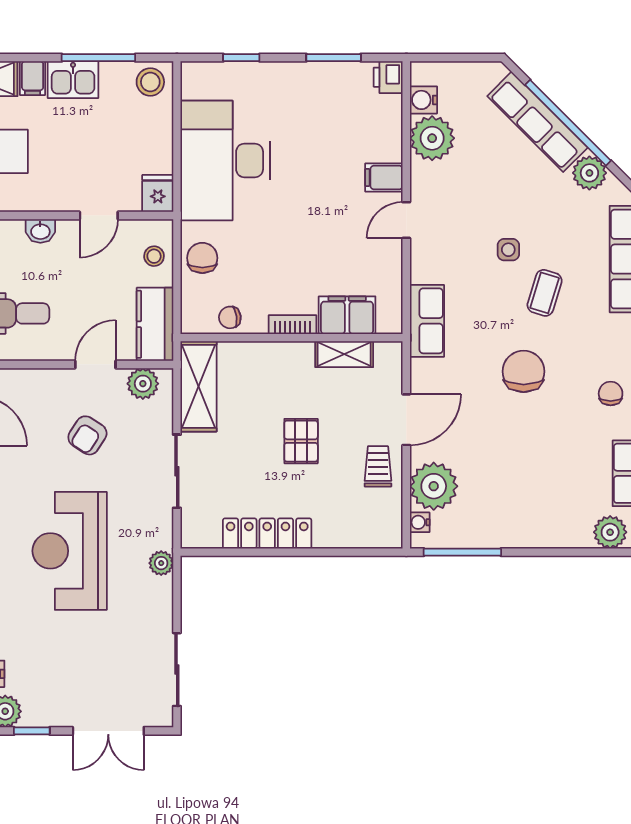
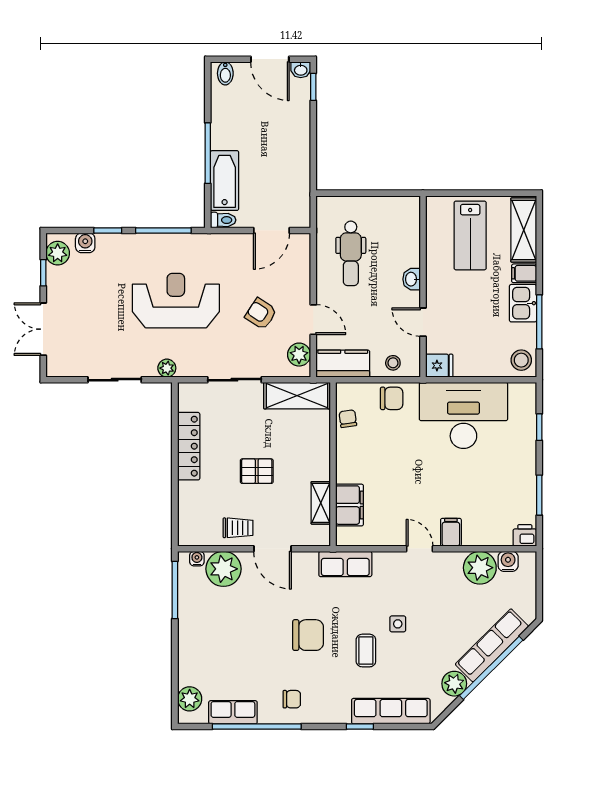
coffee table: (545, 293) -> (366, 651), turned 73
bookcase: (293, 325) -> (343, 465), removed
sliding door: (177, 670) -> (115, 380), moved

